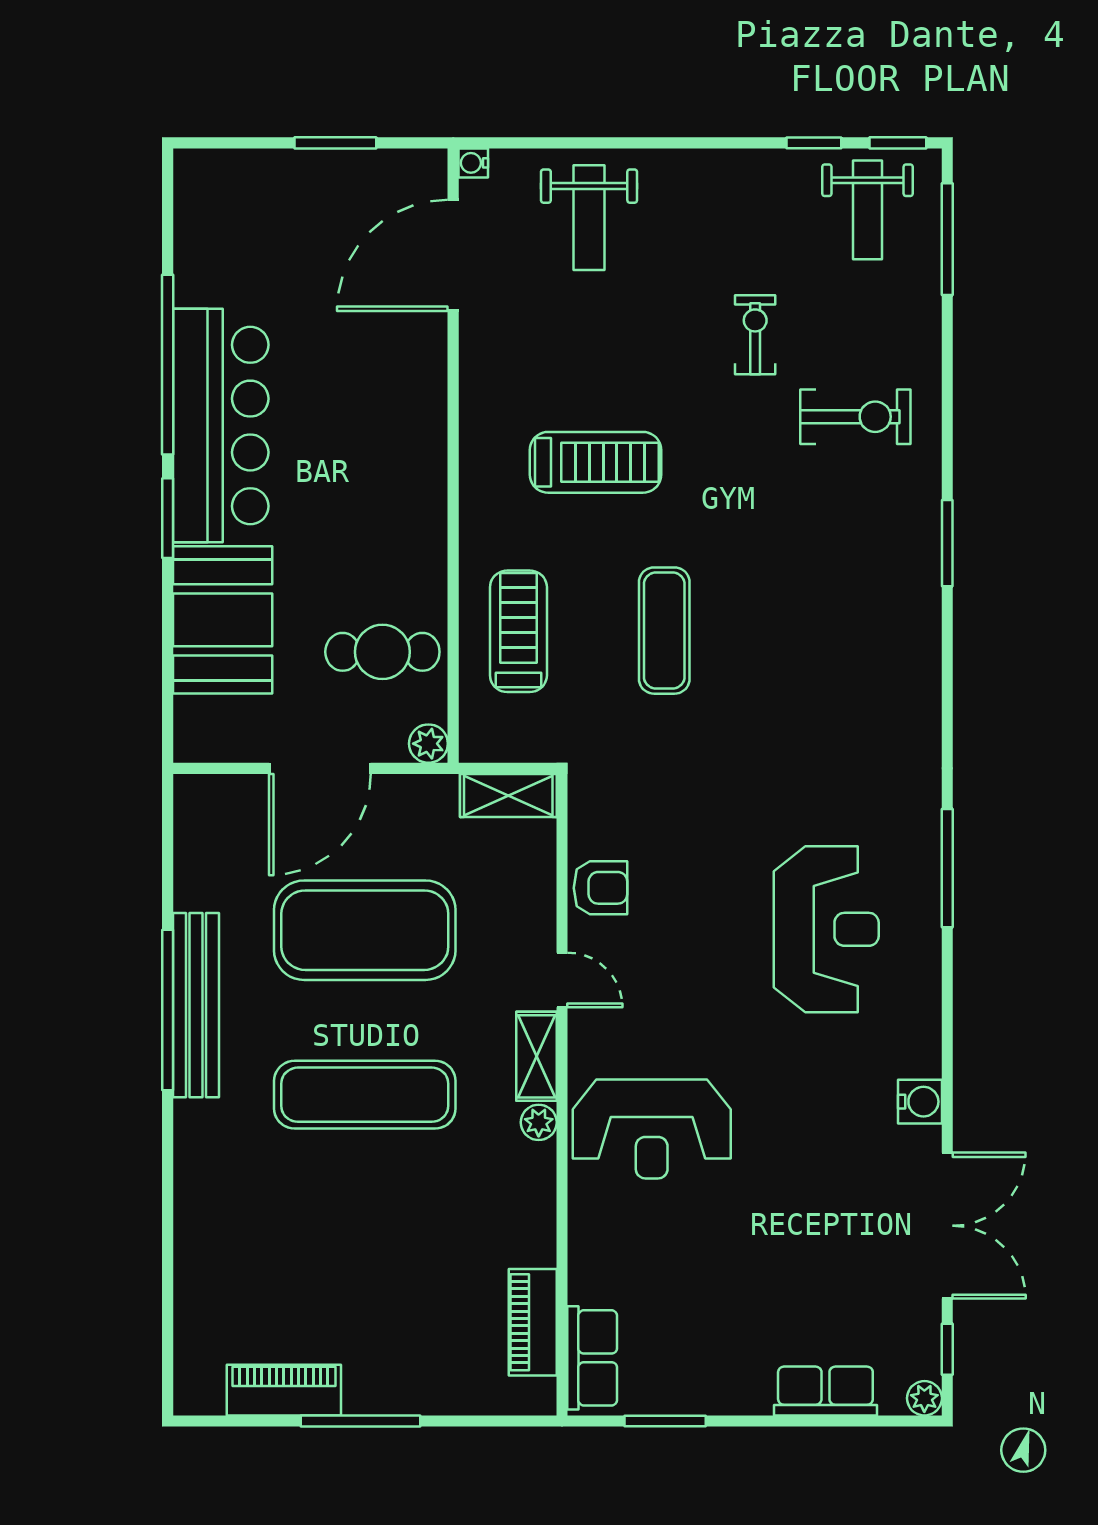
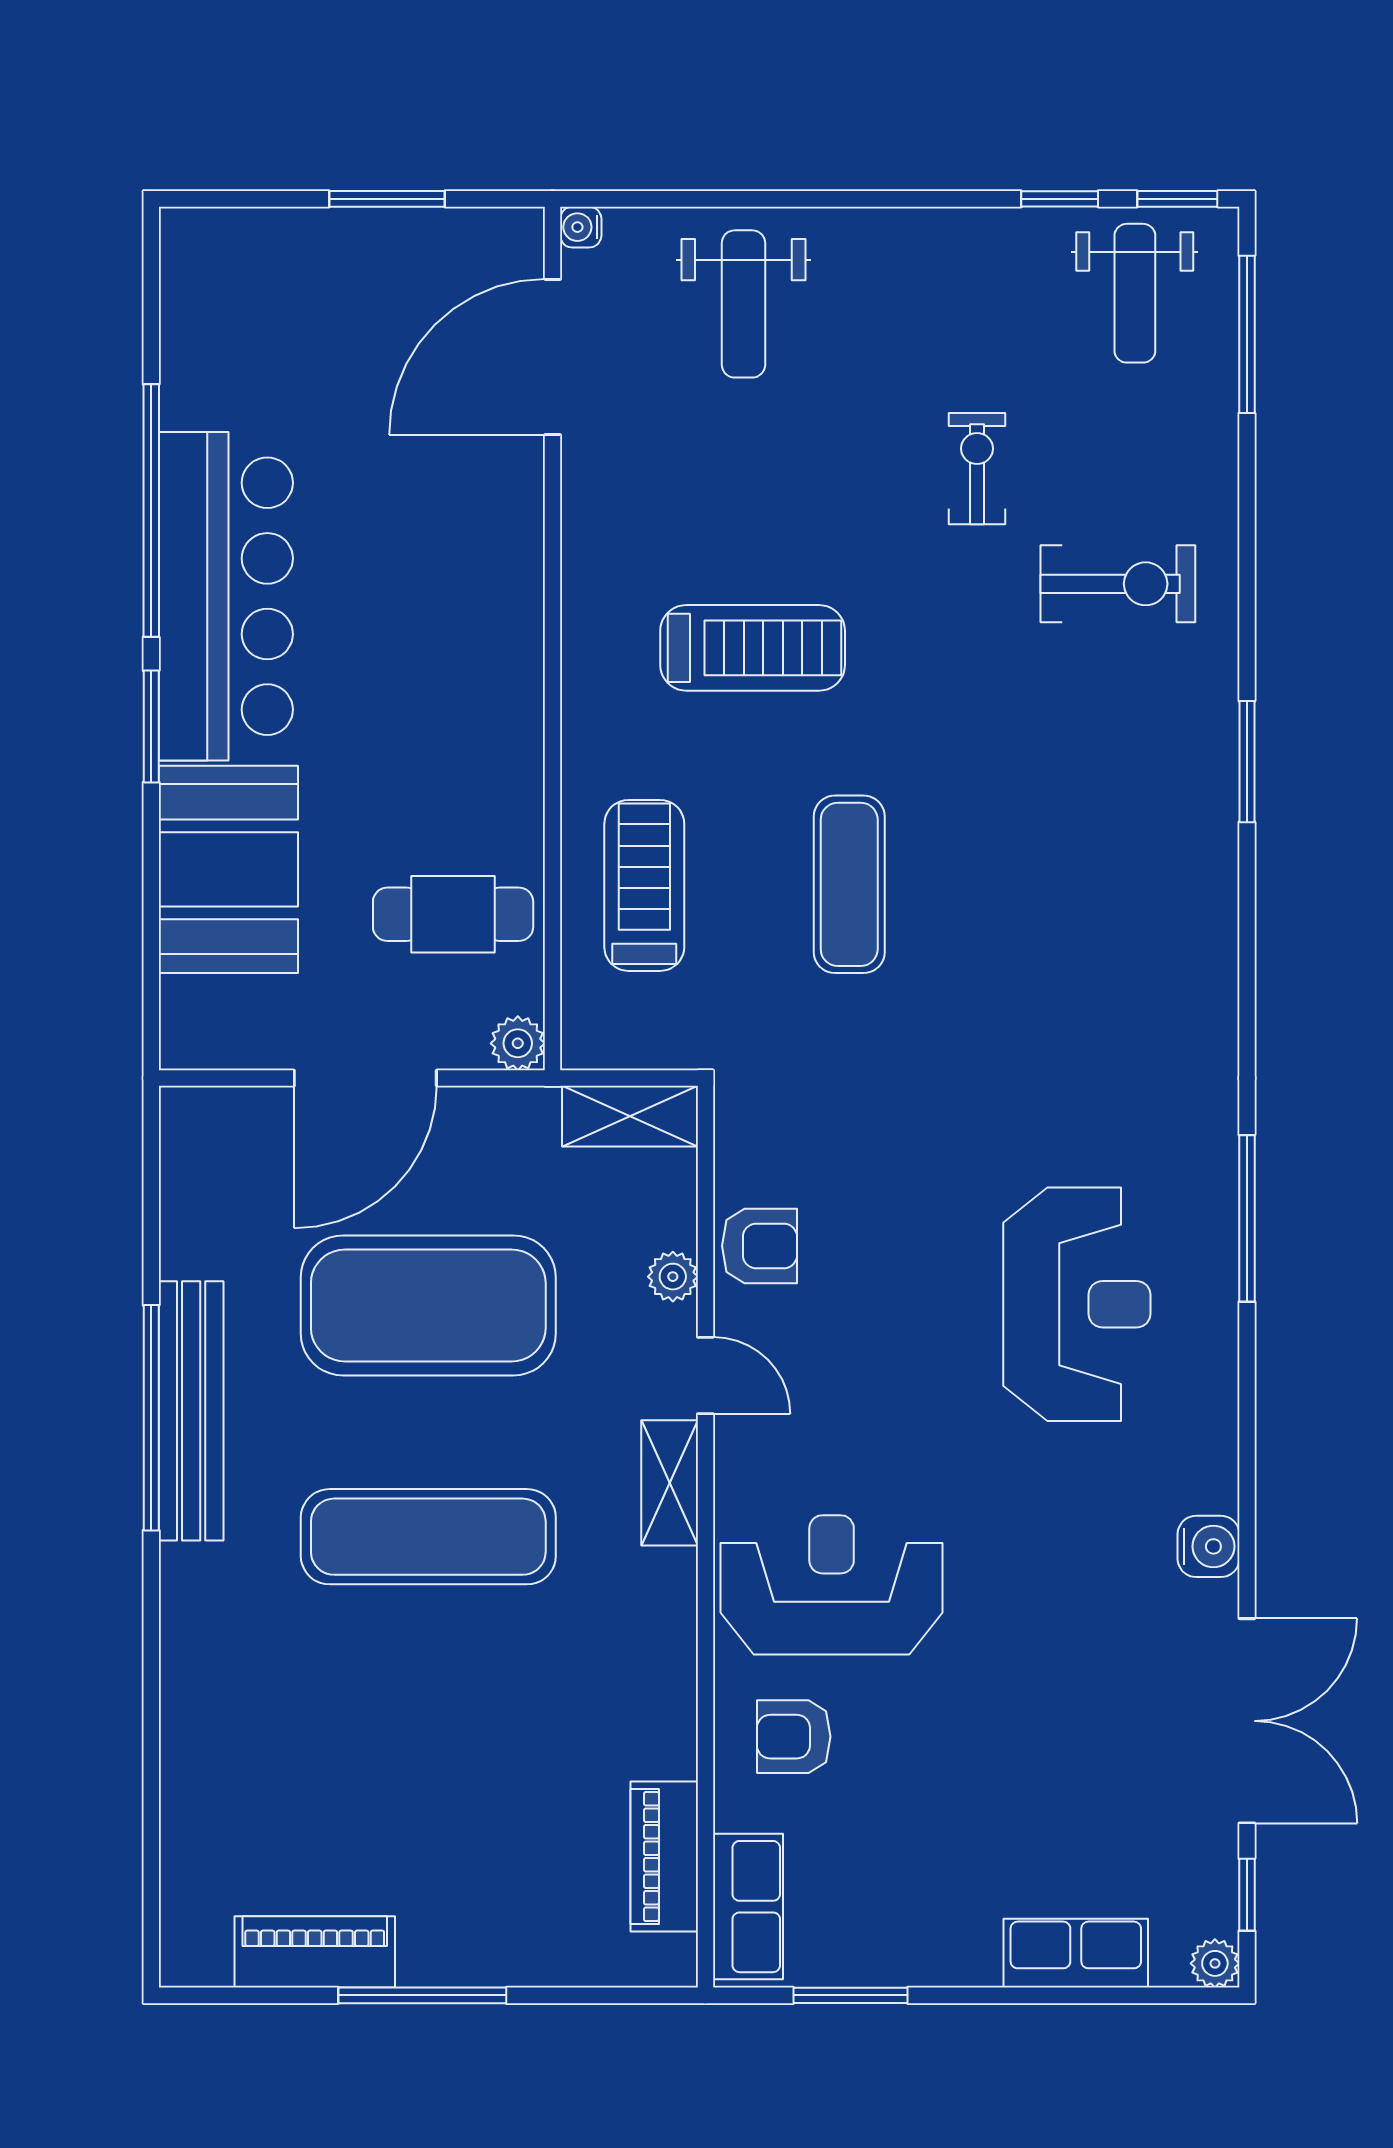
plant: (539, 1122) -> (673, 1277), moved
reception desk: (652, 1129) -> (832, 1585), turned 180
armchair: (625, 1237) -> (794, 1737), added

